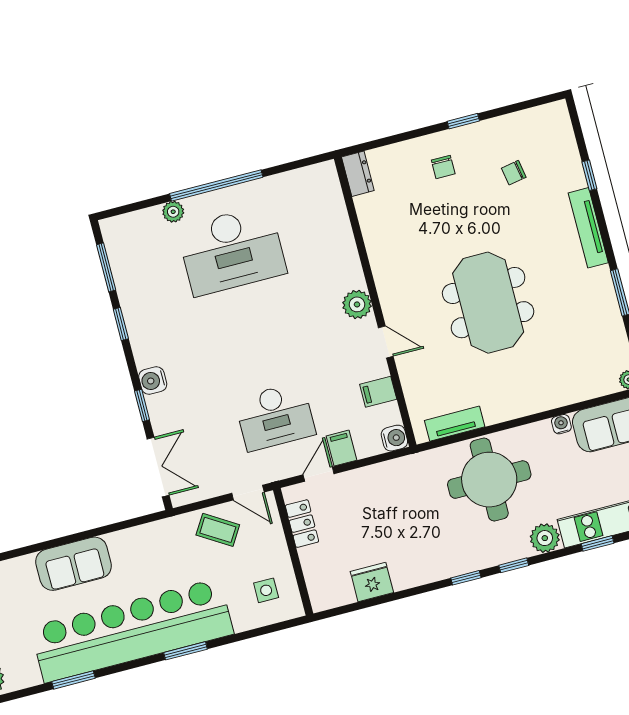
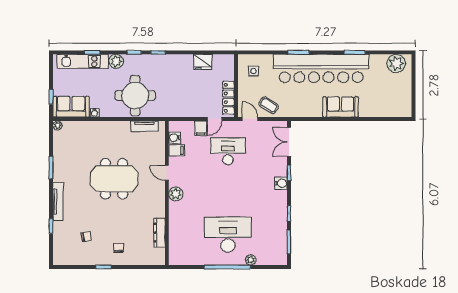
dresser: (358, 174) -> (159, 233), moved, width x1.44
meeting table: (488, 303) -> (114, 179), turned 90
water cooler: (394, 438) -> (175, 138), moved
locker: (302, 524) -> (228, 98), width x1.53

